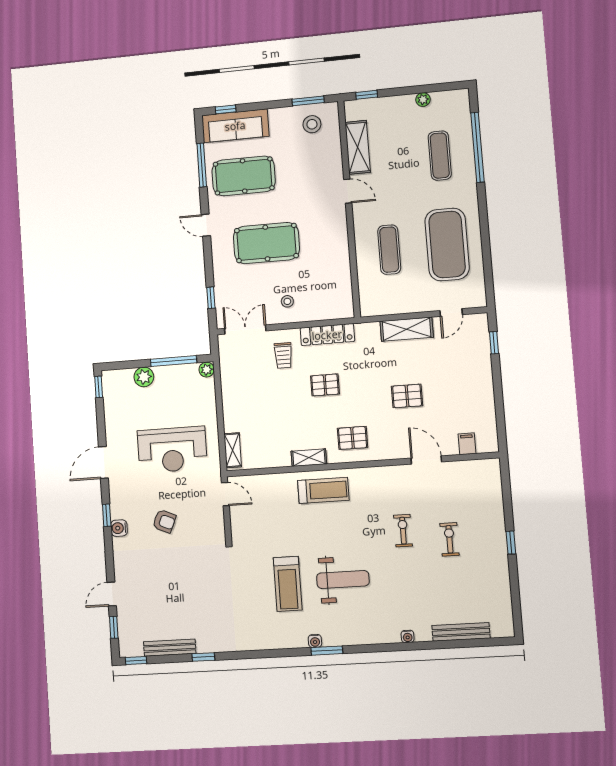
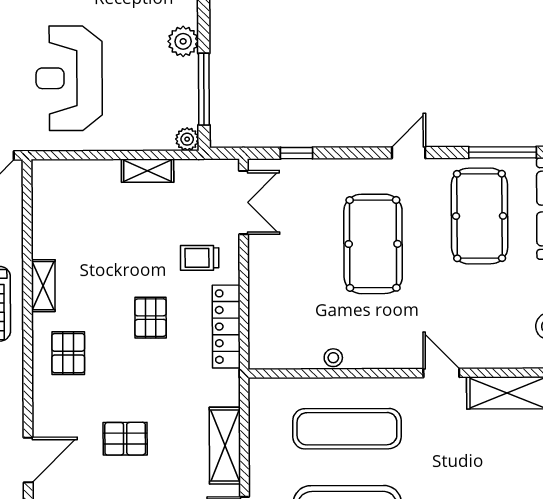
door: (348, 191) -> (441, 373), swing flipped
exercise mat: (389, 250) -> (347, 429), width x1.36, depth x1.45
stool: (287, 301) -> (333, 358), moved
pallet: (407, 396) -> (125, 439), turned 90
shelving: (233, 450) -> (148, 171), moved

